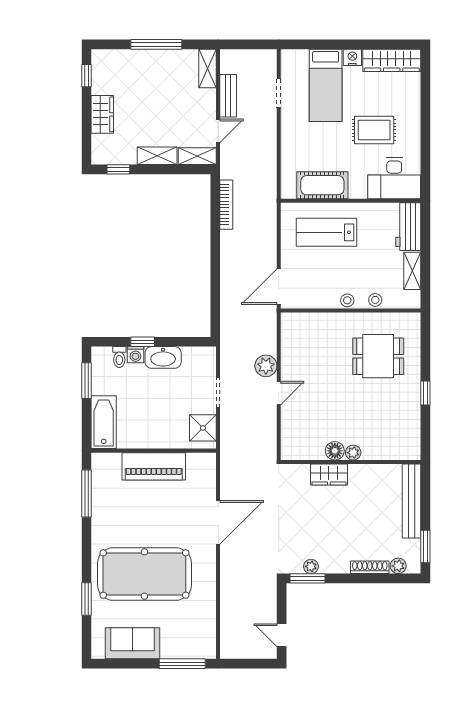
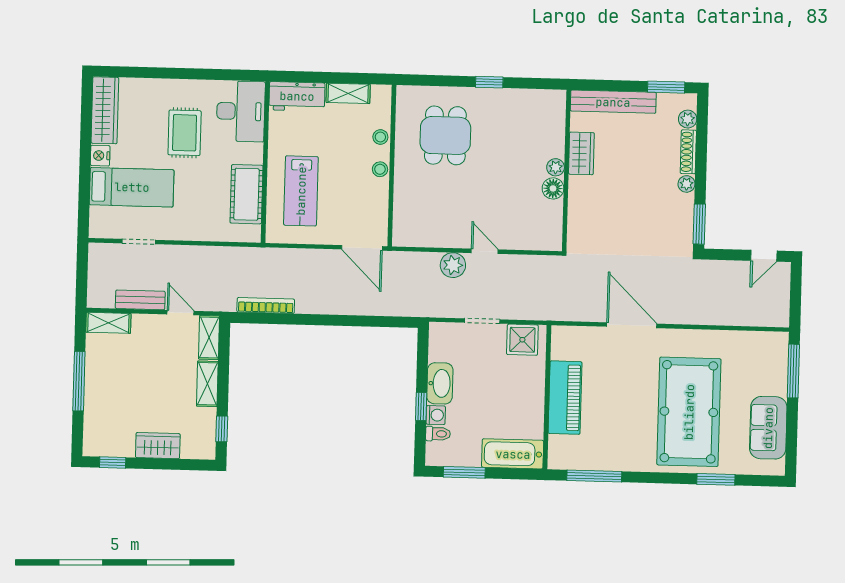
wardrobe: (329, 475) -> (581, 153), moved
plant: (311, 566) -> (686, 184), moved

